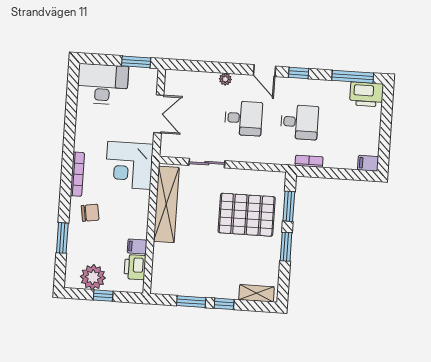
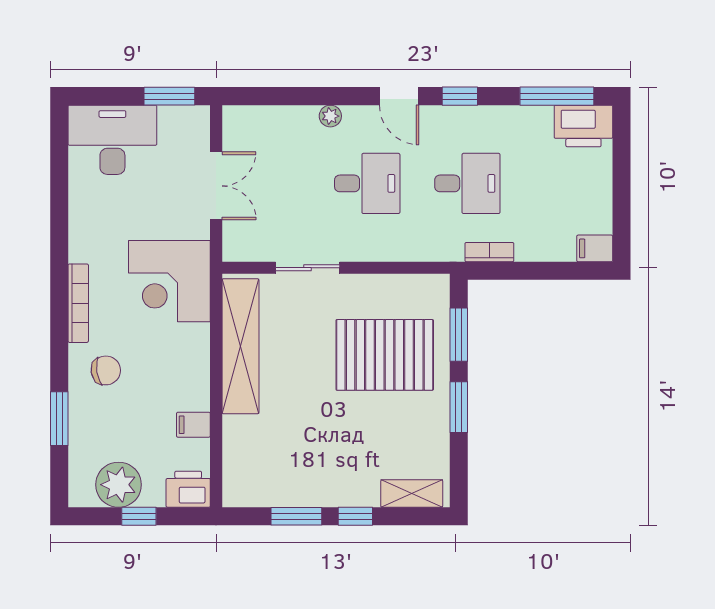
printer: (135, 267) -> (188, 489), moved, turned 90

